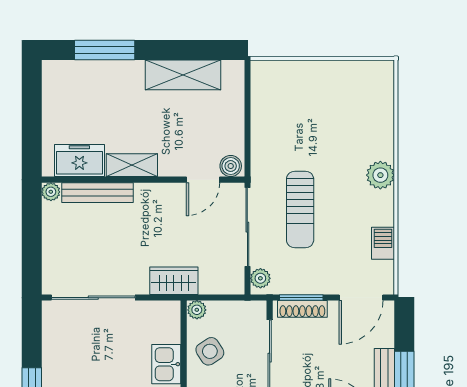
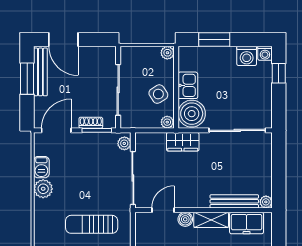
boiler: (231, 166) -> (185, 219), moved
plant: (380, 175) -> (43, 189), moved
sun lounger: (300, 209) -> (92, 224), moved, turned -90
shoe rack: (302, 309) -> (91, 123), width x0.70
boiler: (161, 322) -> (192, 114), added

